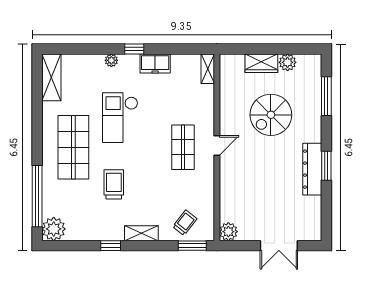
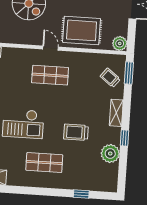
shop shelf: (73, 147) -> (44, 163), width x0.70, depth x0.74
rug: (241, 183) -> (82, 30), added
window: (37, 196) -> (81, 194), width x0.32
plant: (54, 229) -> (110, 154), moved

